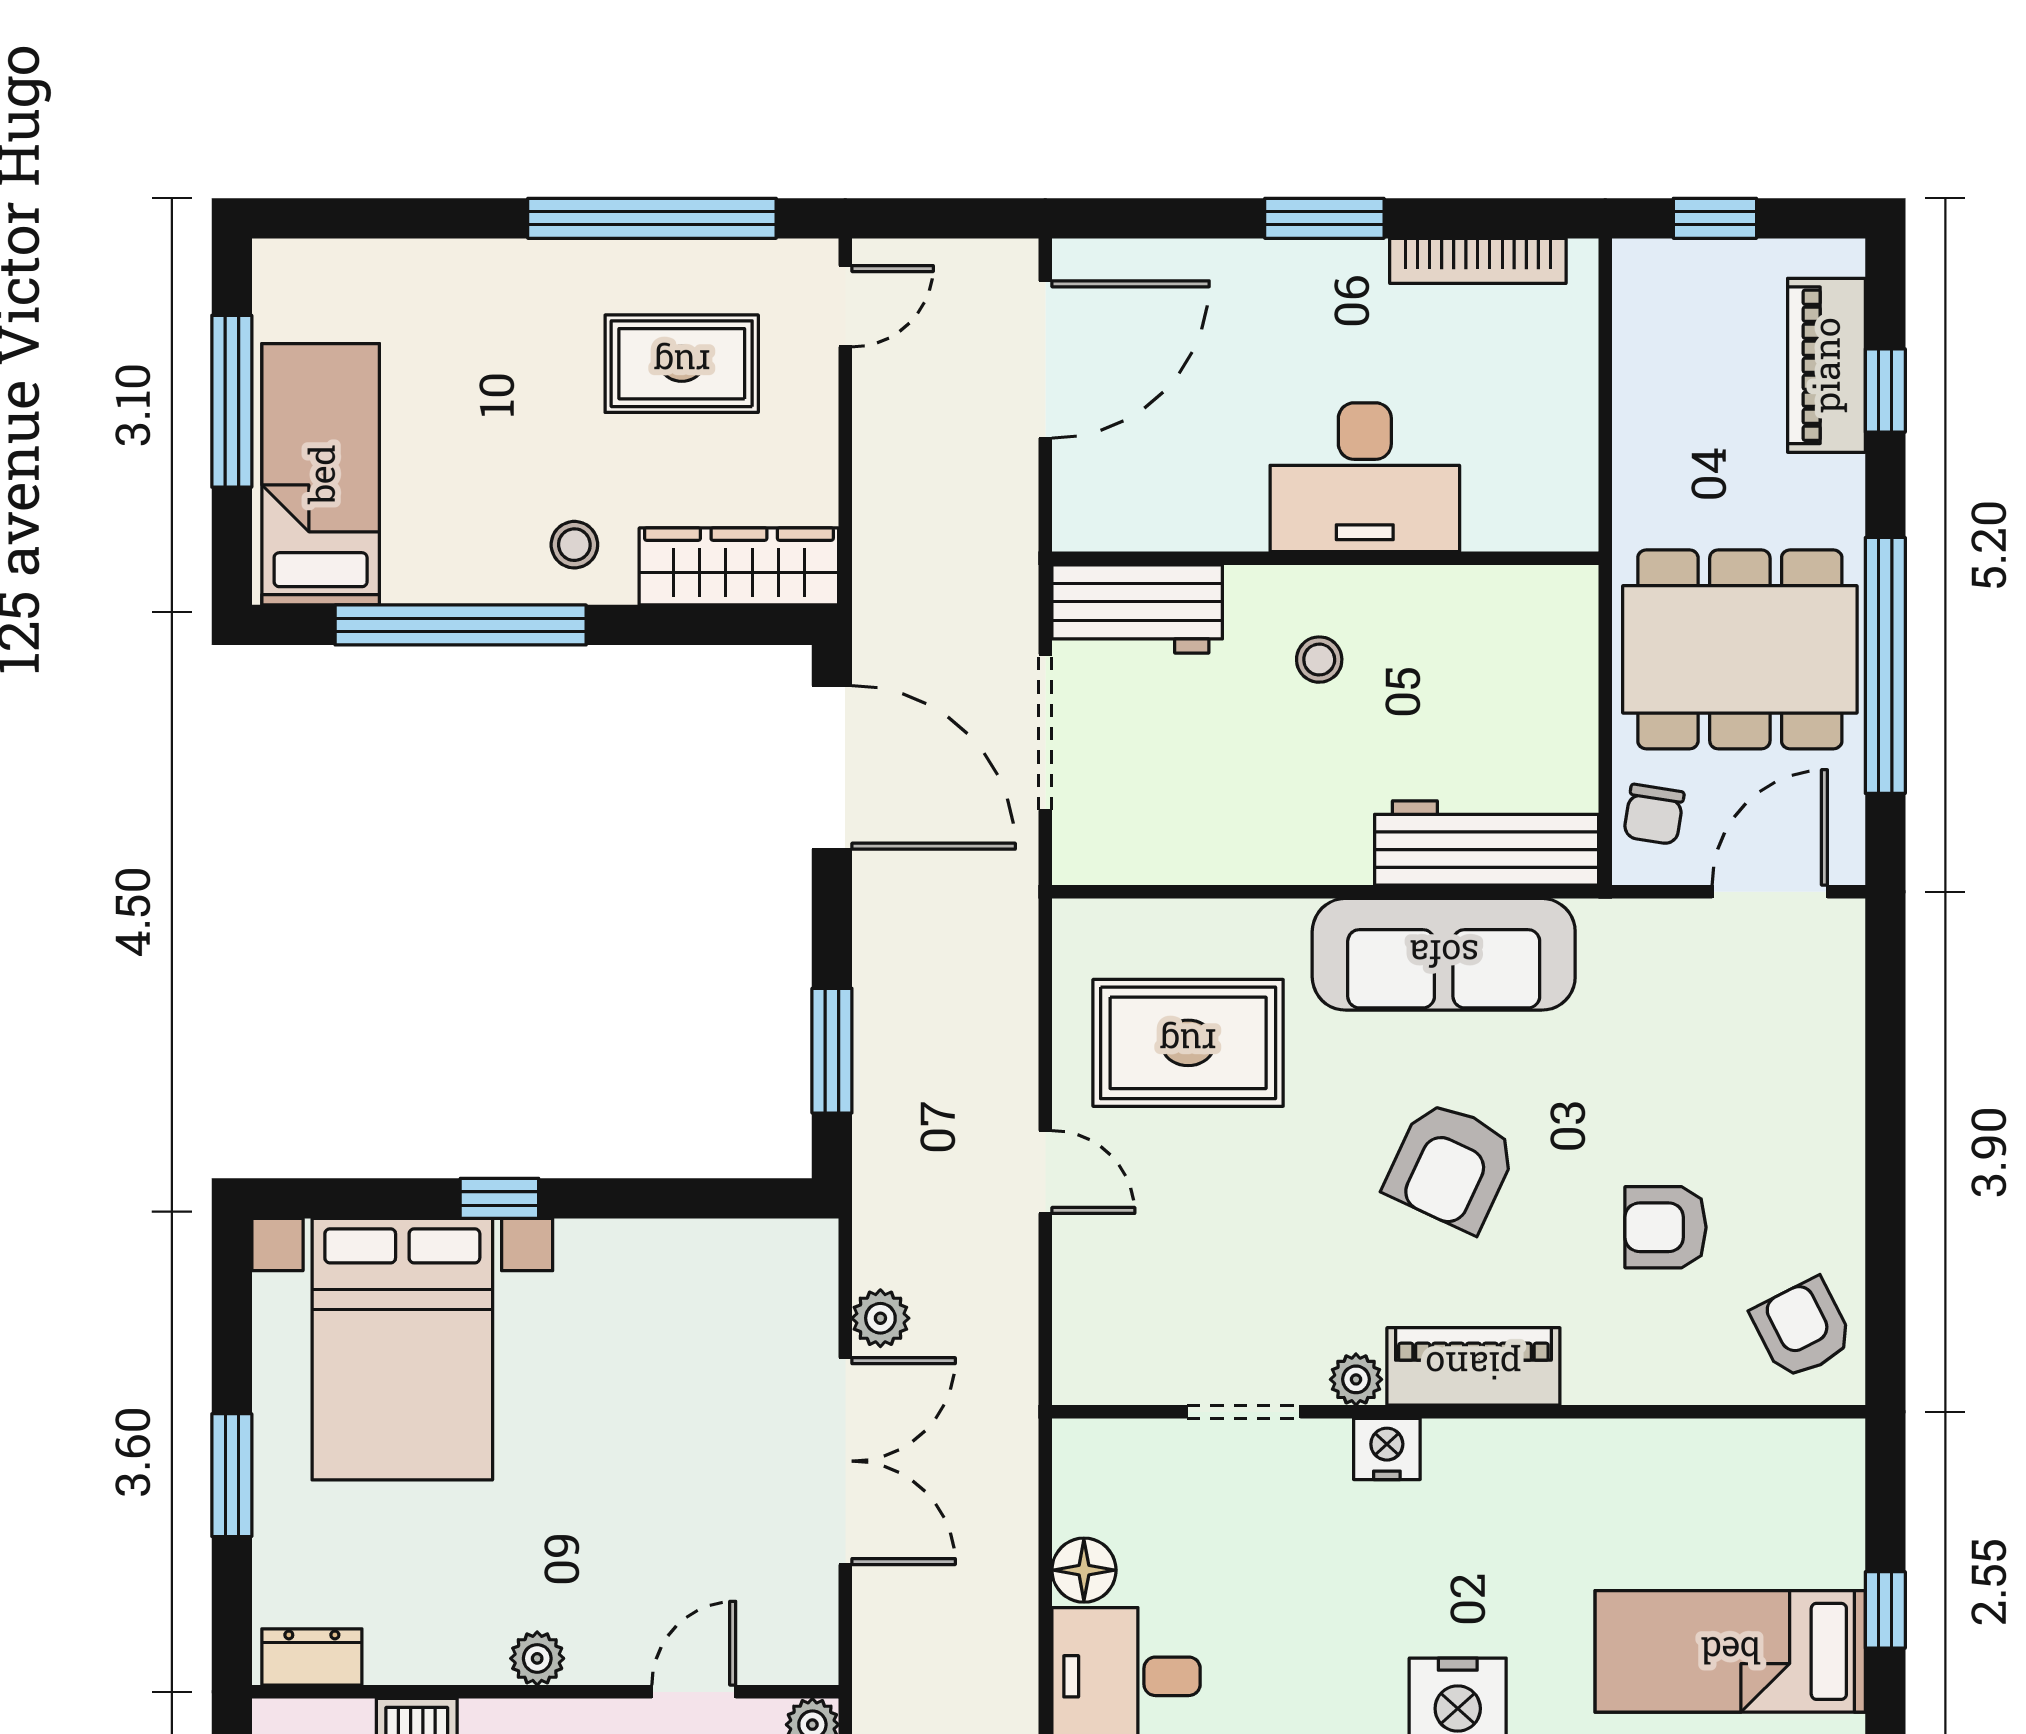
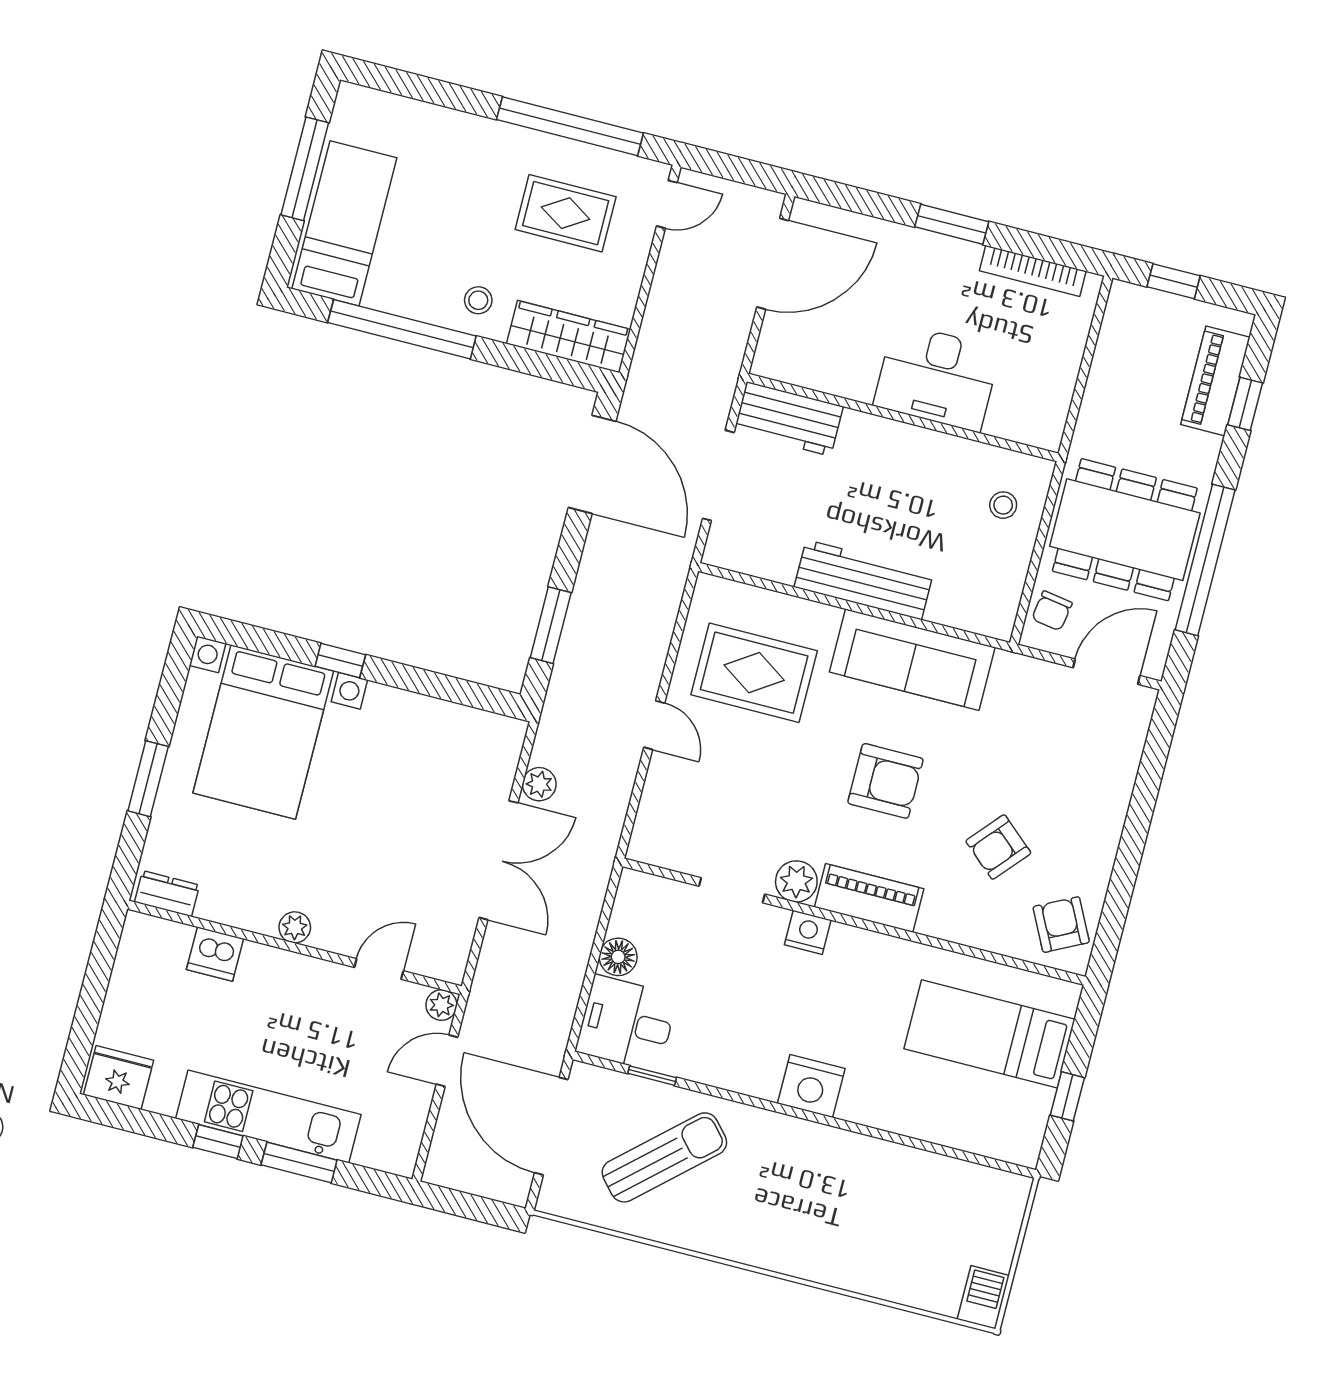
stool: (1319, 660) -> (1003, 505), moved
workbench: (1487, 843) -> (864, 580), moved
armchair: (1451, 1166) -> (885, 781), turned -115
armchair: (1666, 1227) -> (998, 847), turned -49
plant: (1356, 1379) -> (796, 881), width x1.38, depth x1.38
bed: (1730, 1651) -> (989, 1034), moved

